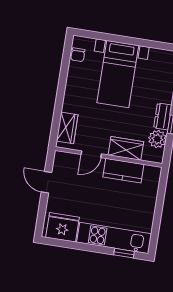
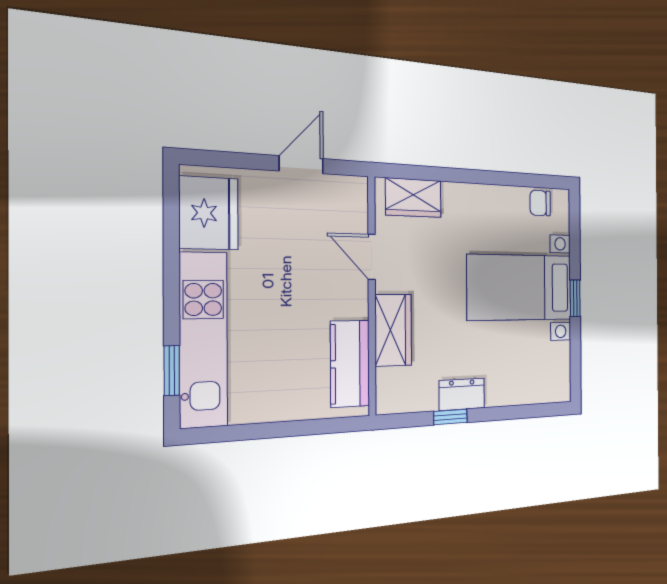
window: (129, 41) -> (575, 298), added
plant: (157, 139) -> (420, 393), removed
kitchen counter: (123, 171) -> (350, 364), moved

